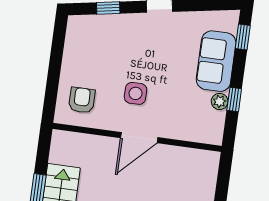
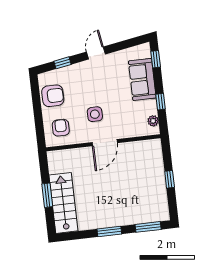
armchair: (82, 51) -> (53, 96), added
plant: (220, 101) -> (153, 121), moved

